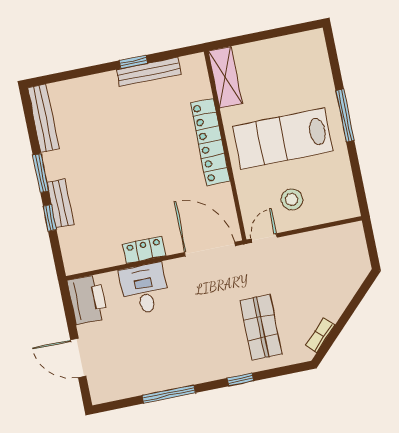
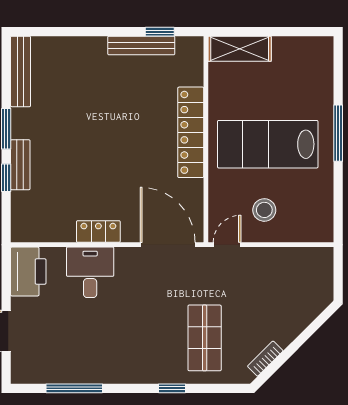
window: (133, 62) -> (160, 32), moved
shelving: (225, 77) -> (240, 49), moved, turned 90
window: (169, 394) -> (74, 388), moved

